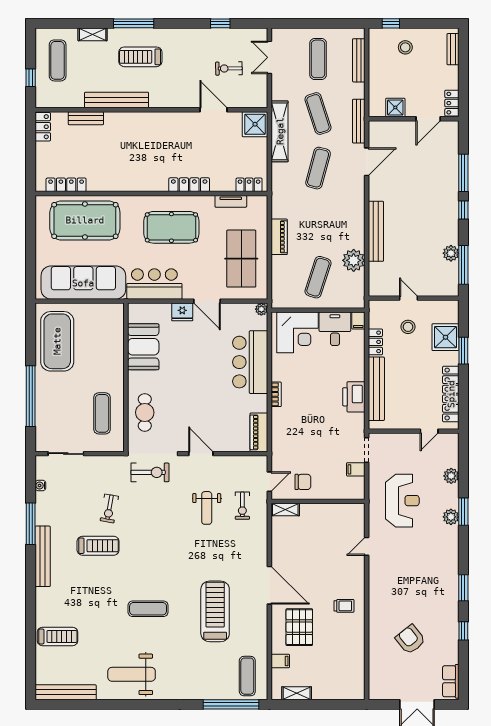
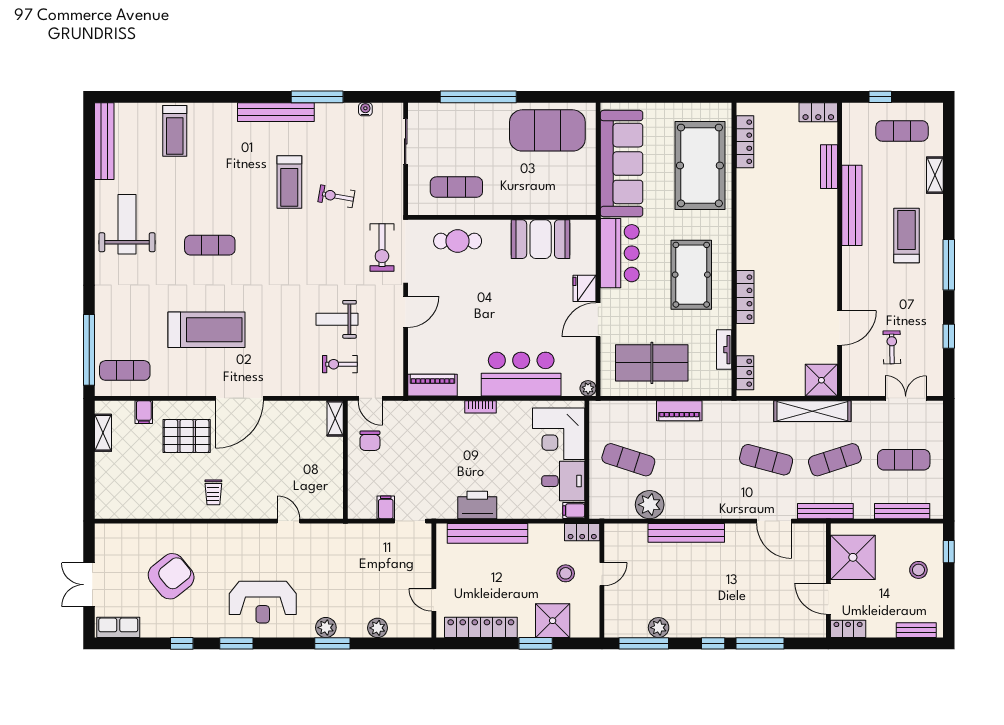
window: (134, 23) -> (949, 265), moved
shower: (395, 107) -> (853, 557), width x1.86, depth x1.86
locker: (375, 342) -> (582, 532), moved
reception desk: (402, 501) -> (263, 602), moved
exercise mat: (148, 609) -> (210, 245), turned 90
armchair: (410, 639) -> (171, 576), width x1.36, depth x1.36

